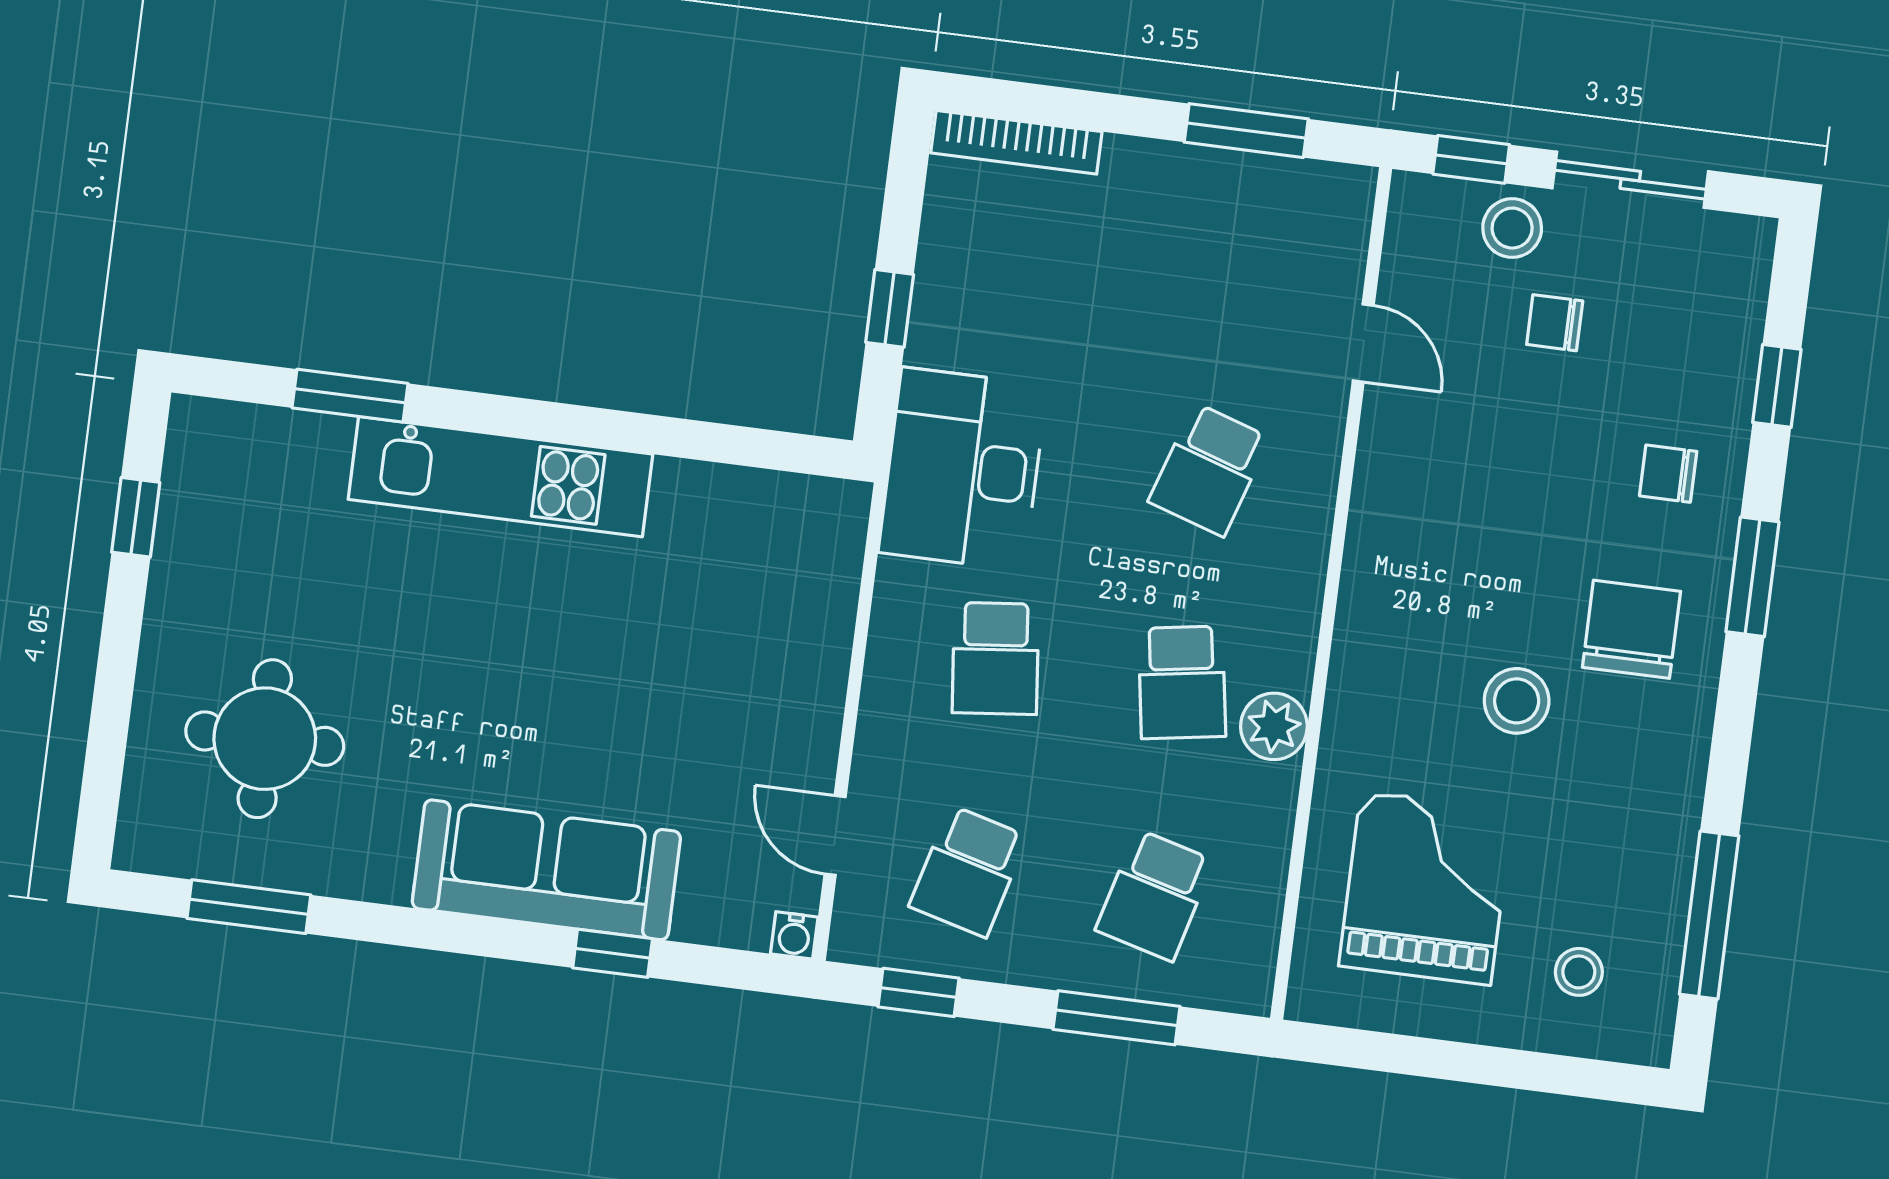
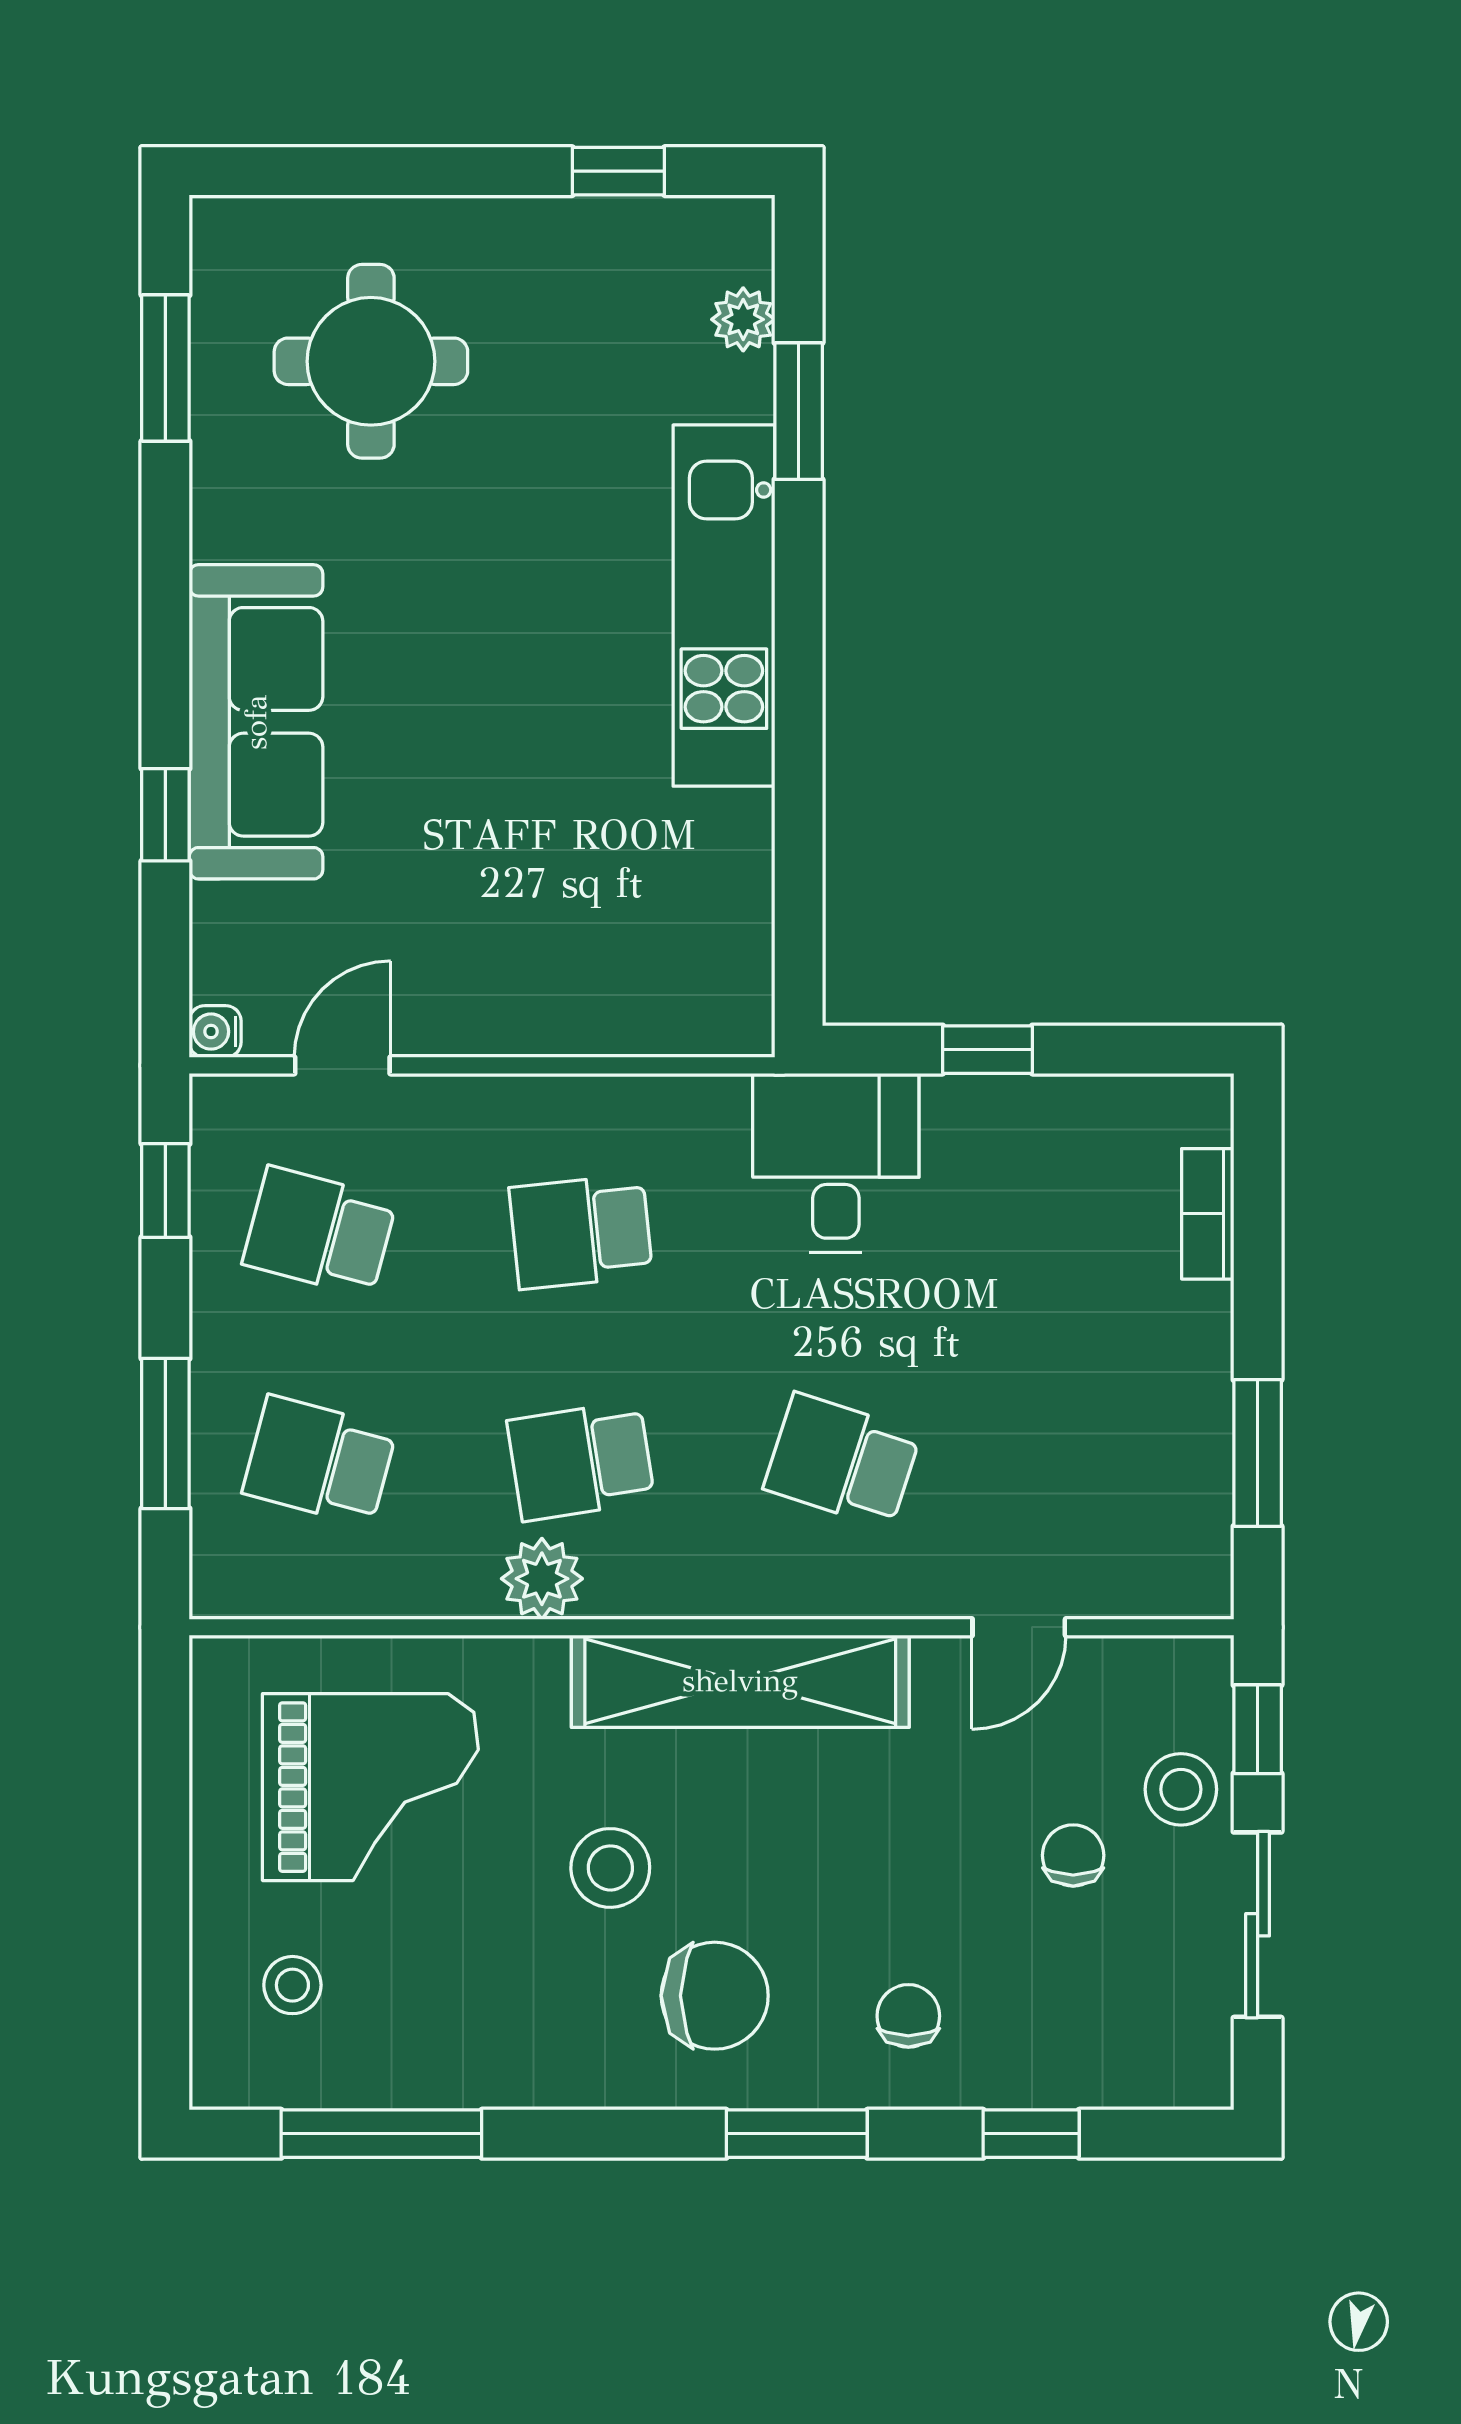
bookcase: (1016, 142) -> (1208, 1214), width x0.64
plant: (269, 431) -> (743, 319), added
desk: (963, 469) -> (836, 1163), width x0.73
shelving: (1378, 576) -> (740, 1681), added

